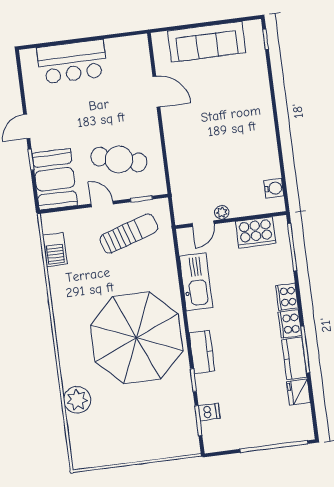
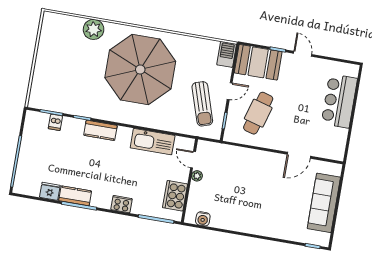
barbecue: (55, 250) -> (227, 54), moved, turned 90
cooker: (290, 324) -> (101, 200), removed
parasol: (137, 338) -> (140, 70), moved

